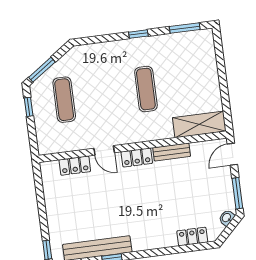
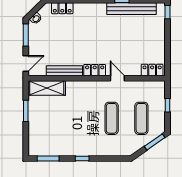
exercise mat: (146, 89) -> (112, 118), moved
window: (224, 89) -> (26, 111), added
window: (29, 107) -> (168, 105), moved
bench: (172, 152) -> (64, 71), width x1.36
locker: (75, 166) -> (152, 70), moved

